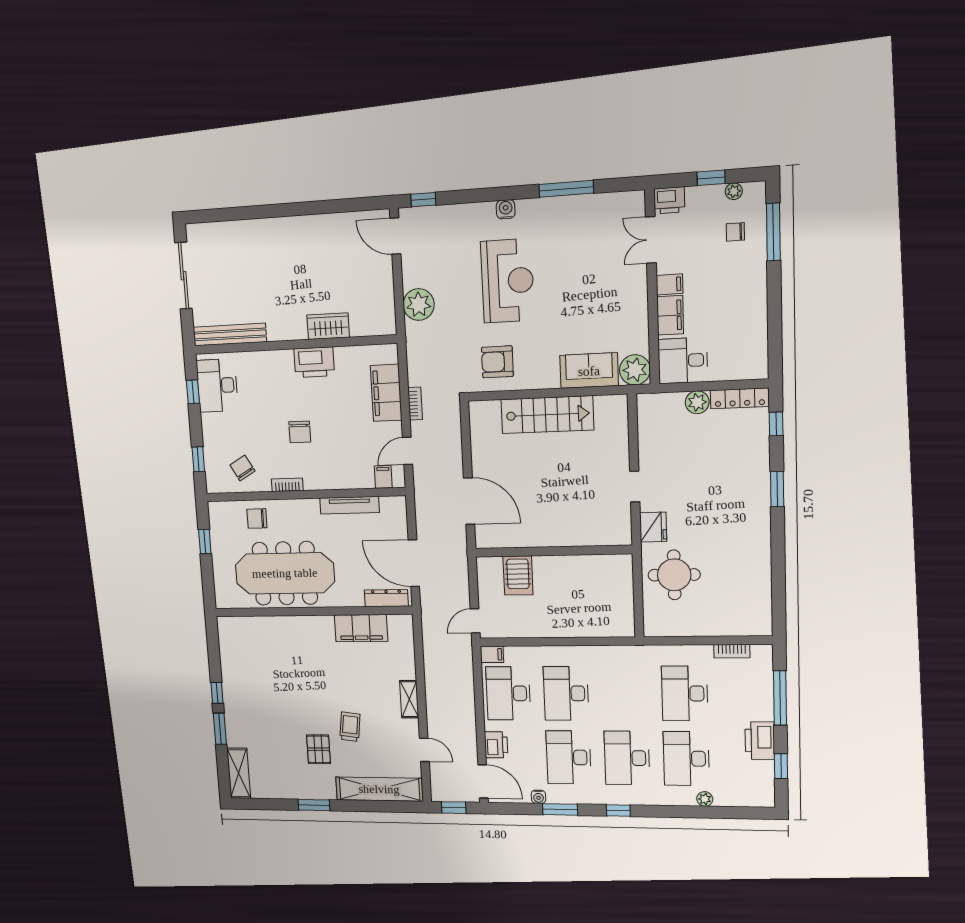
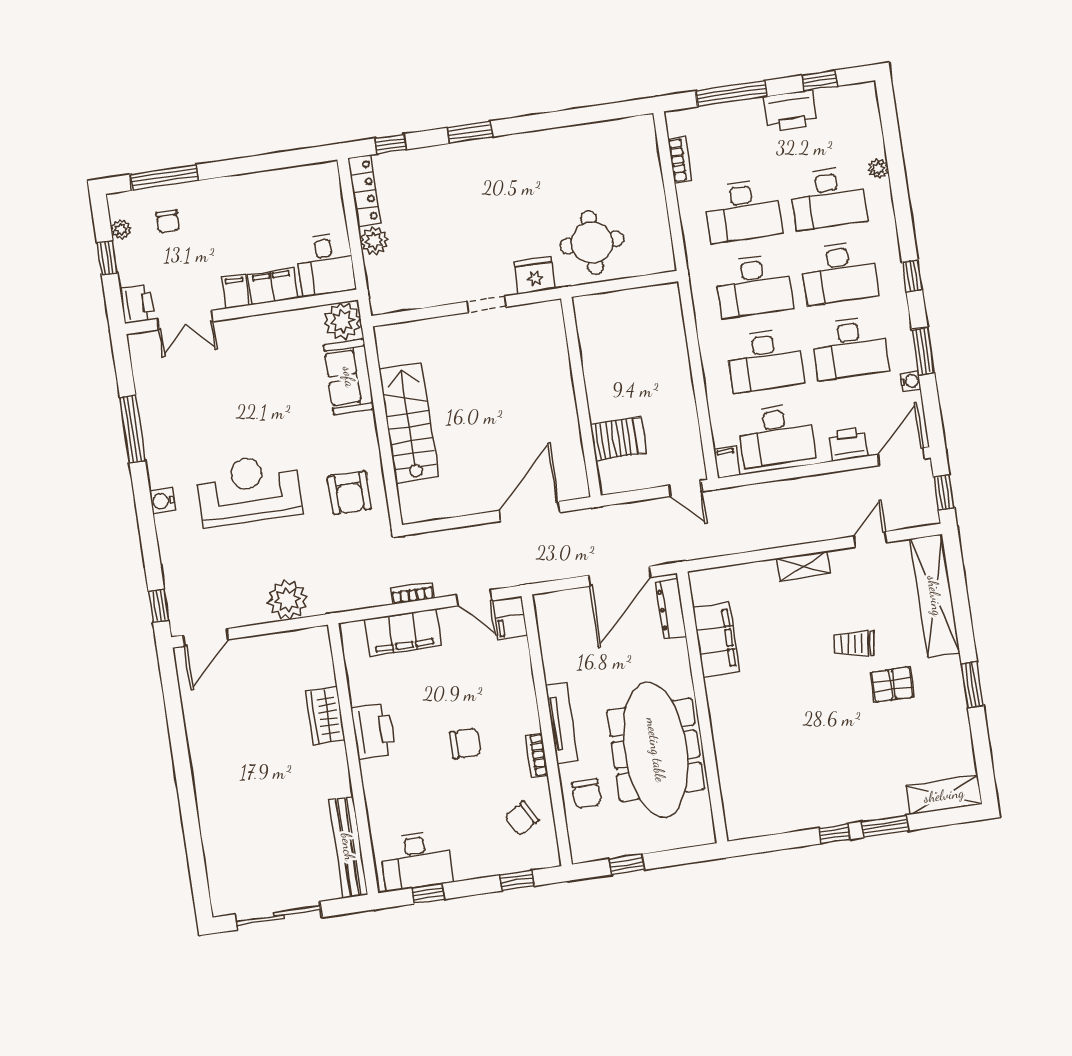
tv unit: (349, 505) -> (562, 723), moved
desk: (625, 693) -> (754, 286), added

